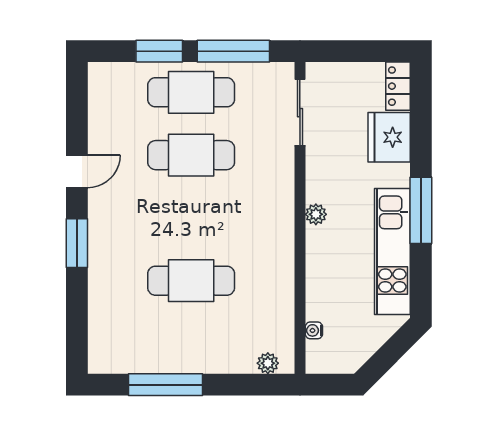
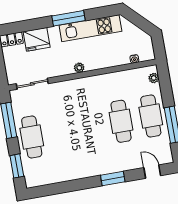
window: (159, 51) -> (17, 166), moved
cafe table: (191, 155) -> (151, 116), moved
door: (77, 171) -> (152, 172), moved

